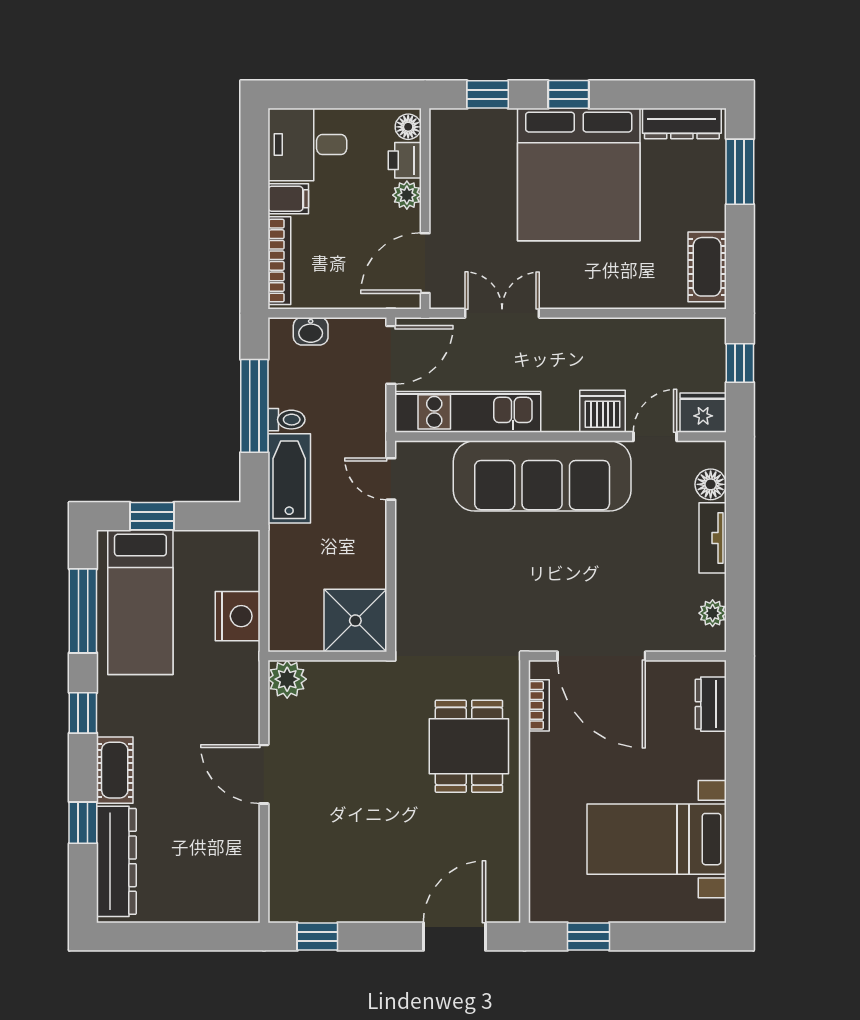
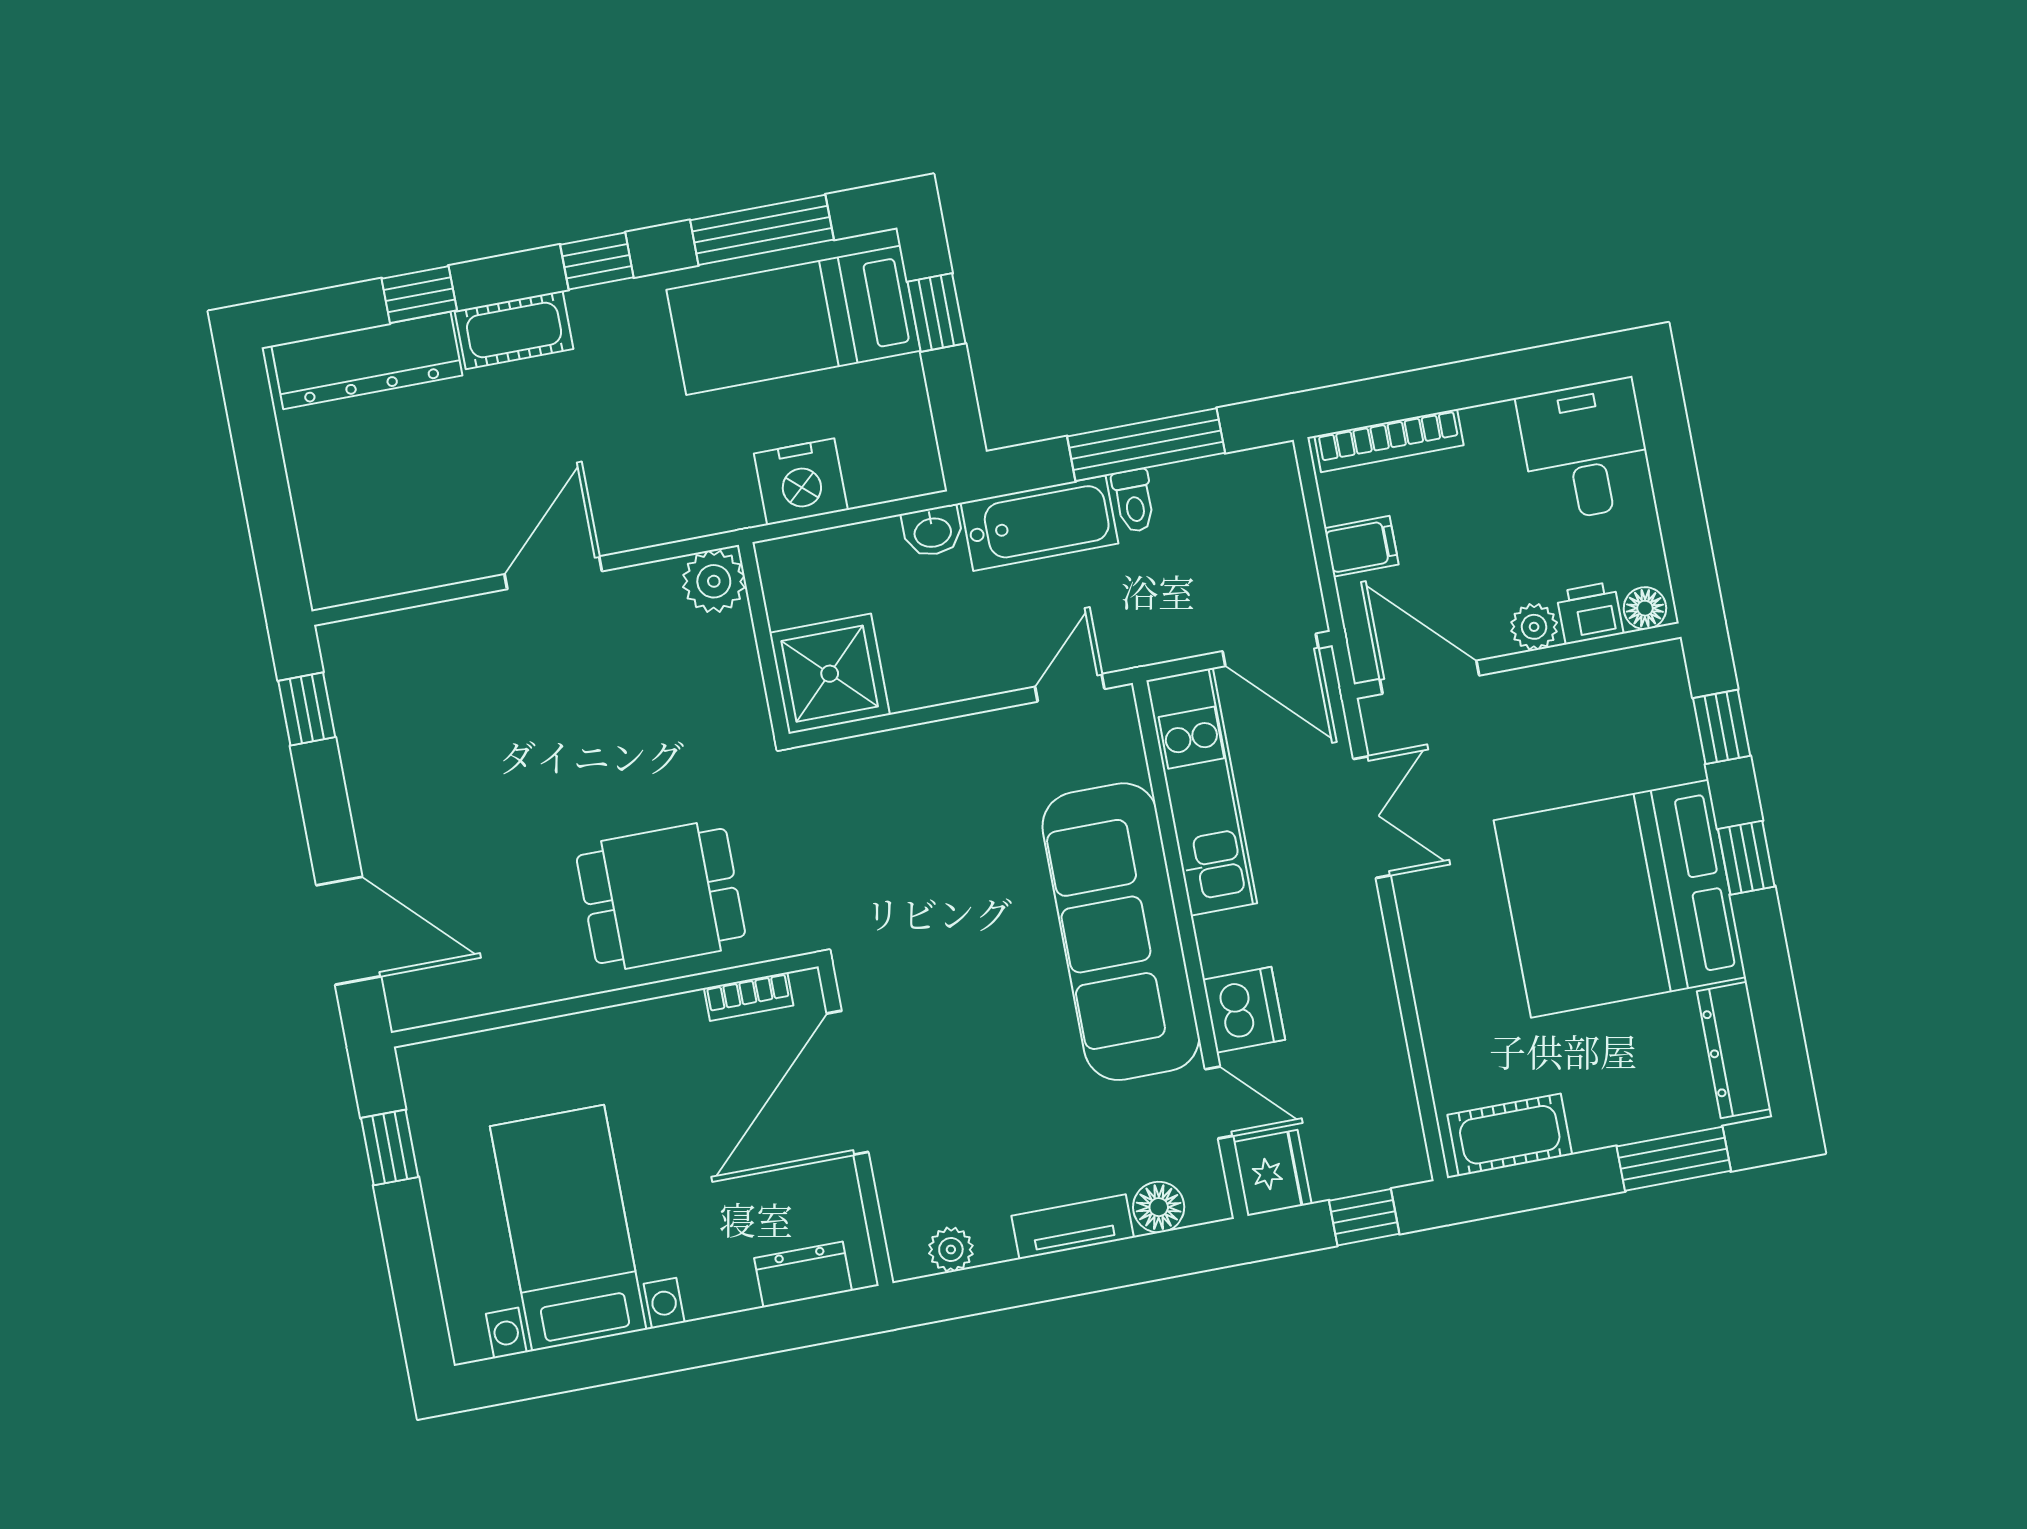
filing cabinet: (288, 199) -> (1361, 546), moved, turned -90
washbasin: (311, 331) -> (932, 531), moved, turned -90

